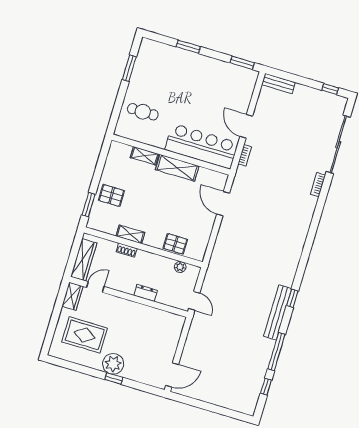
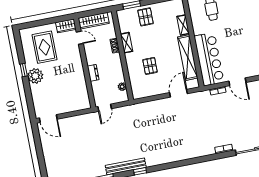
door: (246, 126) -> (237, 82), swing flipped
shelving: (177, 168) -> (188, 58), width x1.47
pallet: (175, 244) -> (150, 66), moved
window: (114, 379) -> (24, 70), moved

